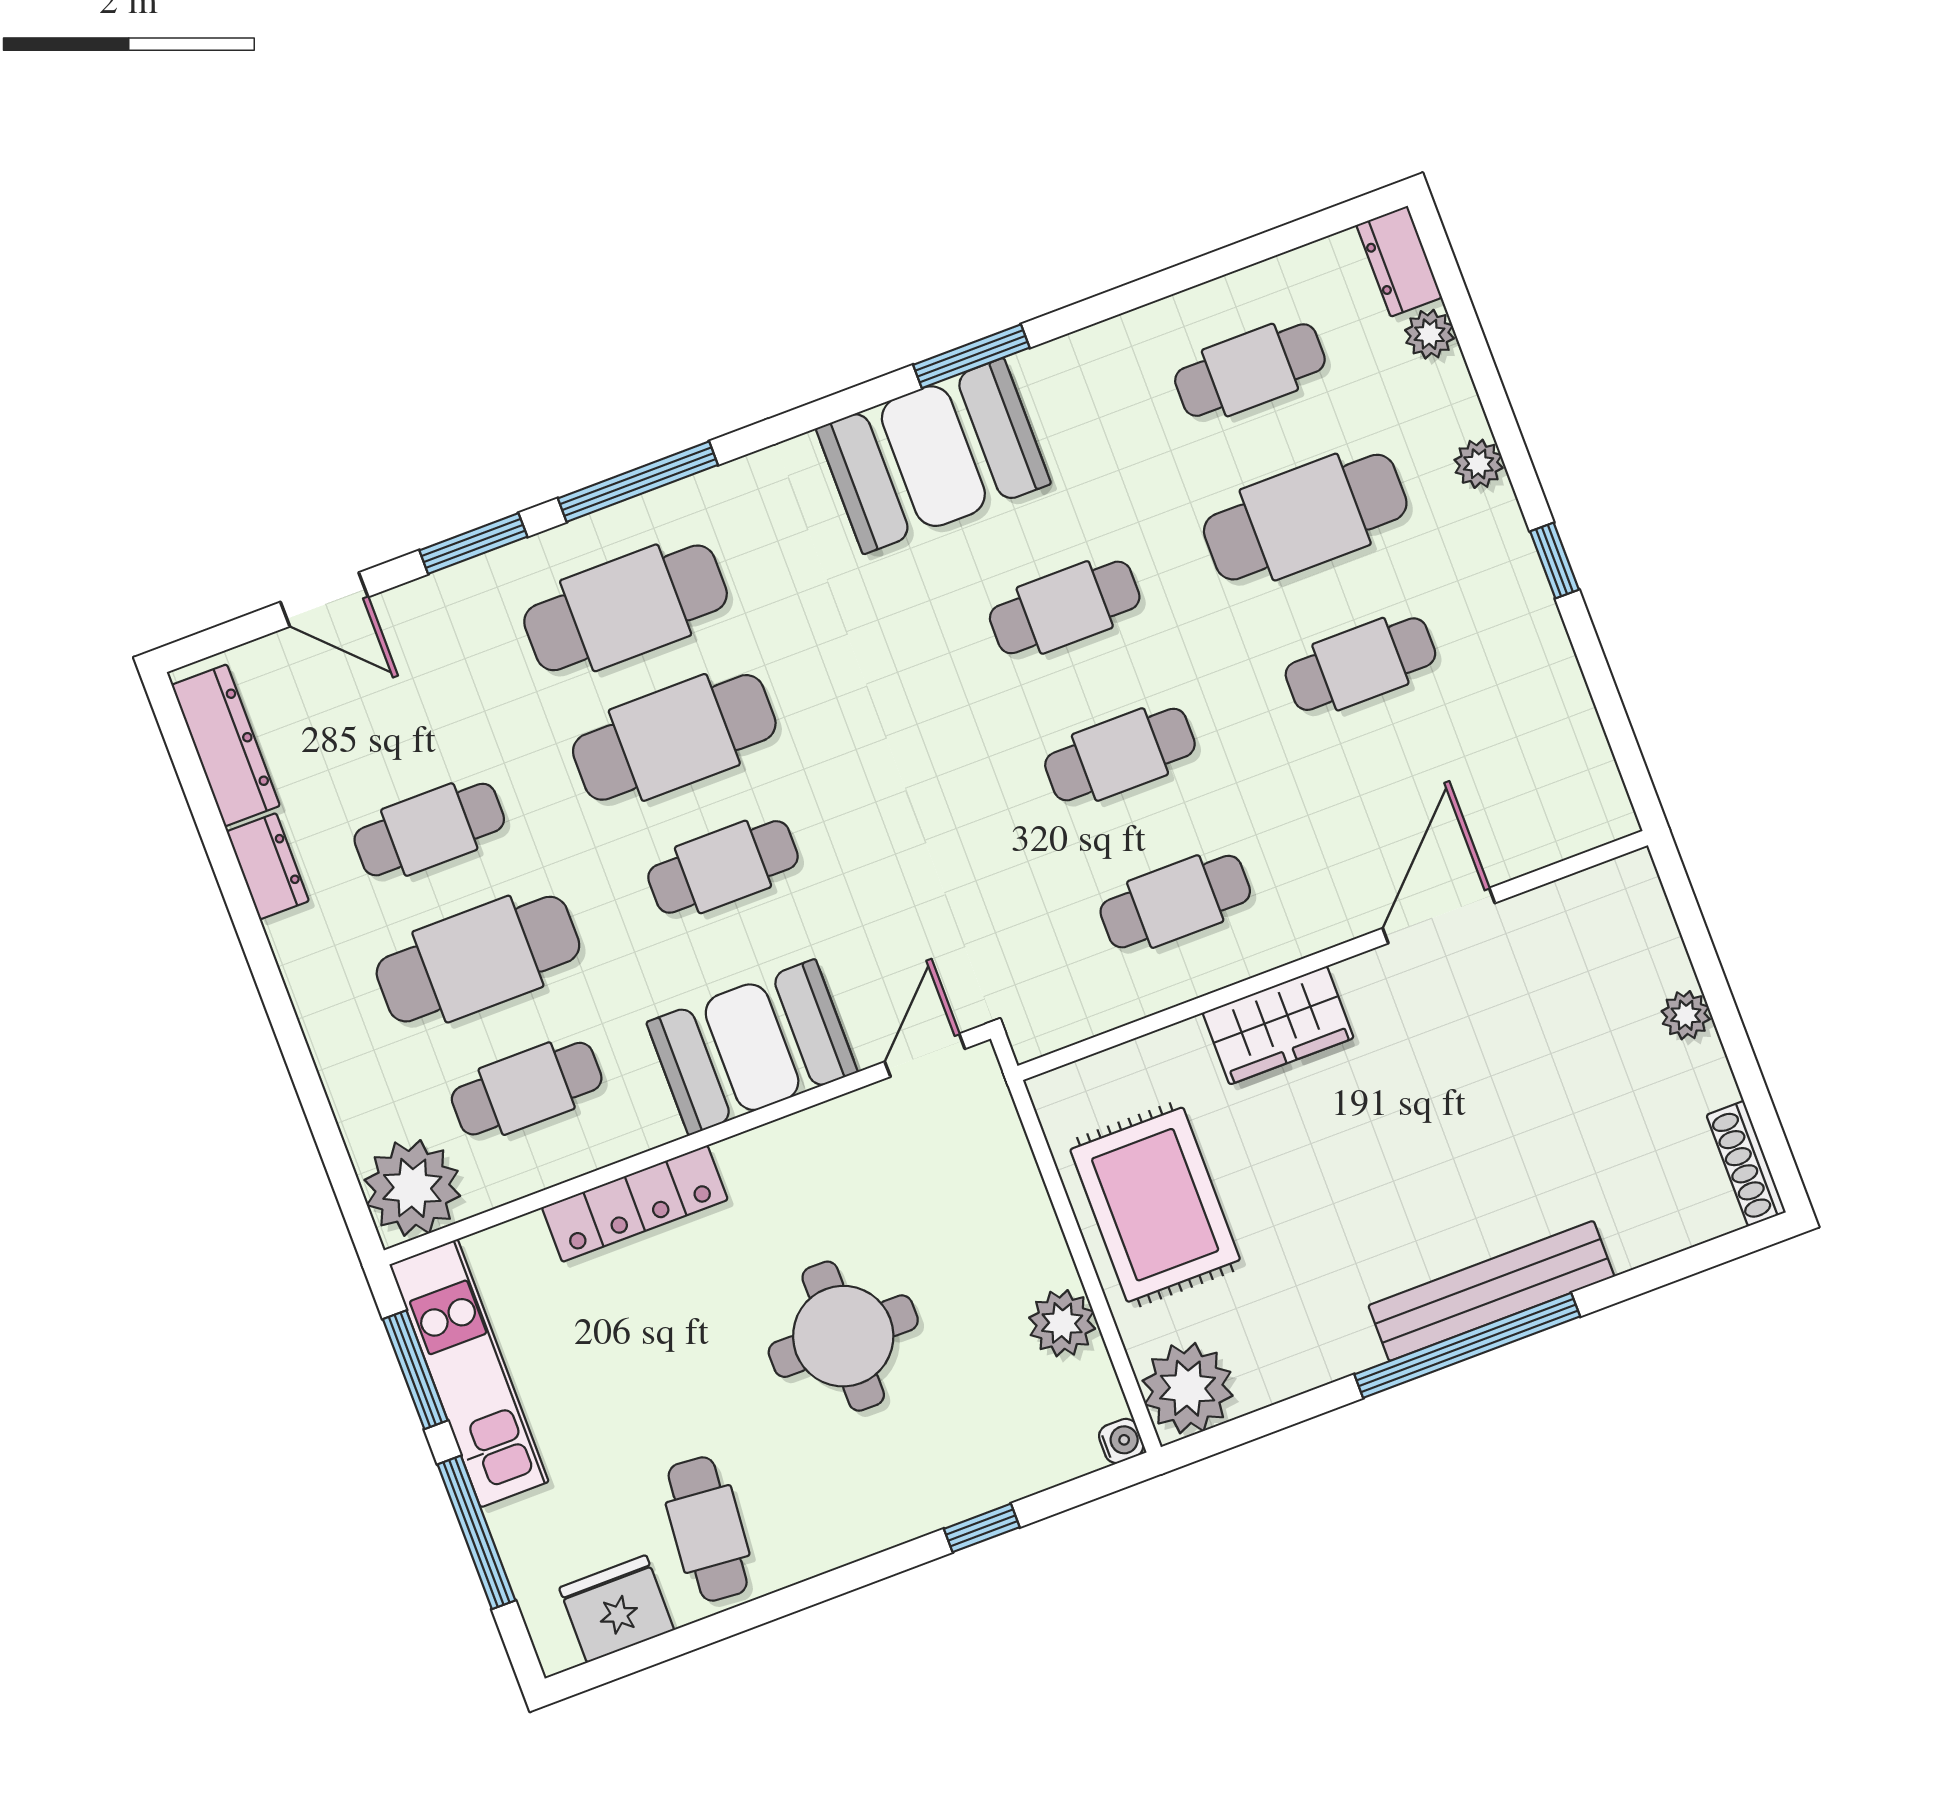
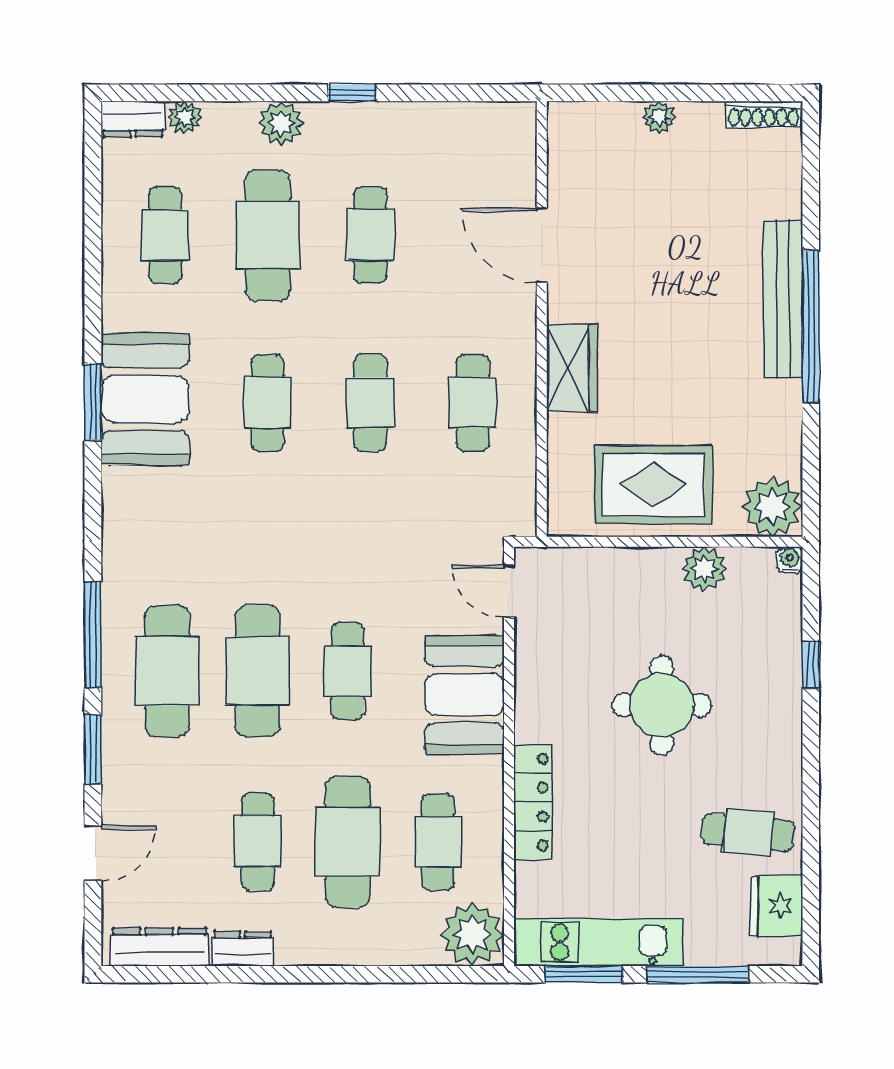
booth: (933, 456) -> (145, 399), moved
plant: (1479, 464) -> (281, 123), width x1.38, depth x1.38

